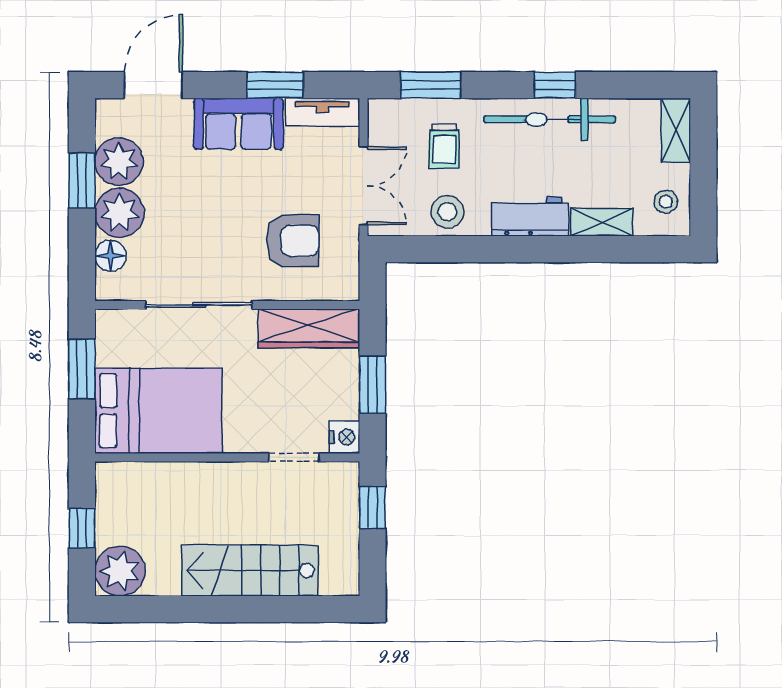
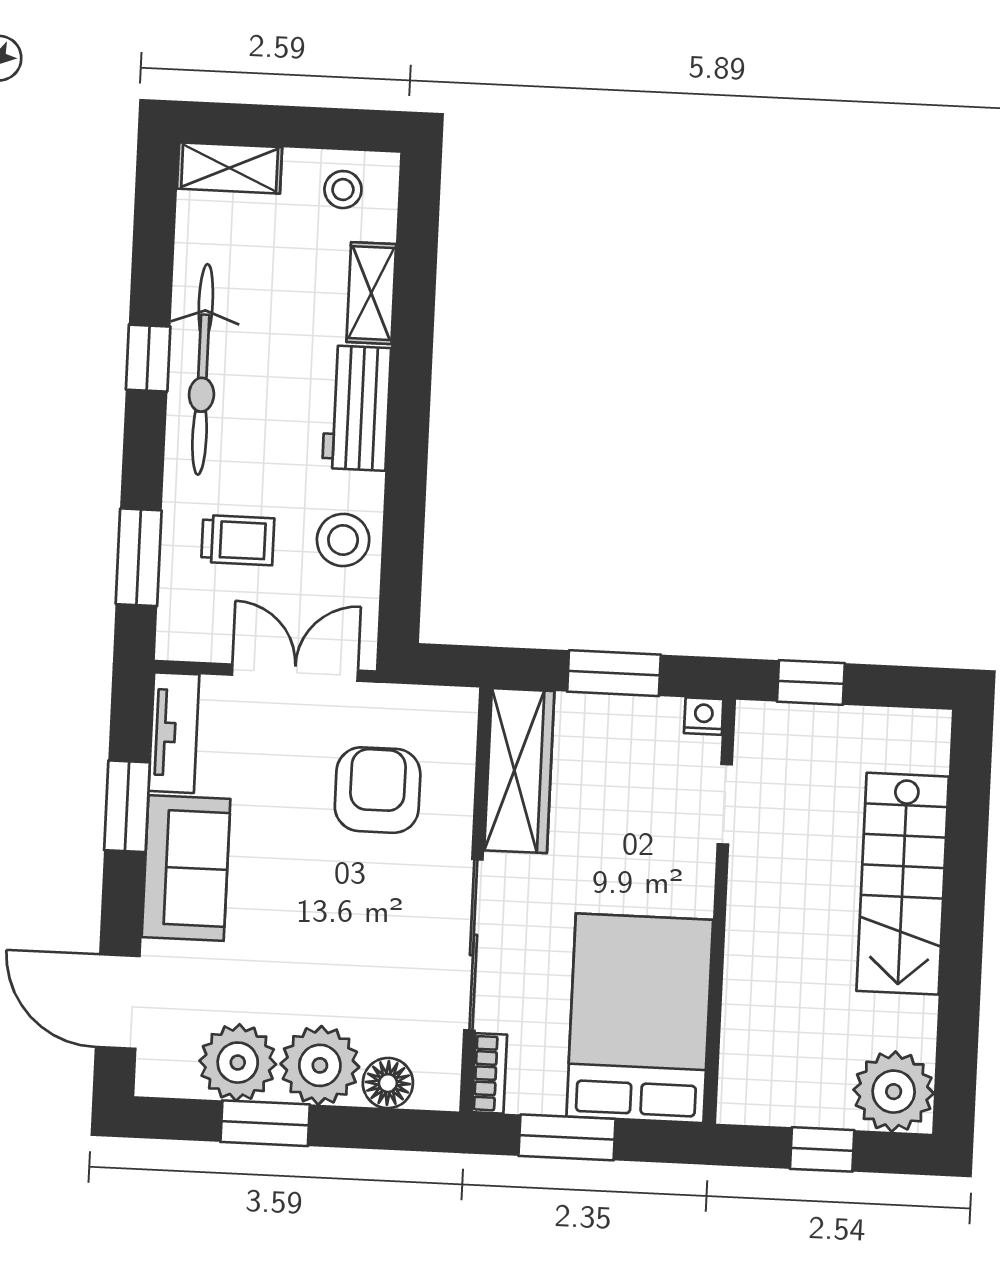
bookcase: (120, 319) -> (489, 1073), added
nightstand: (344, 437) -> (704, 716), width x0.72, depth x0.74

